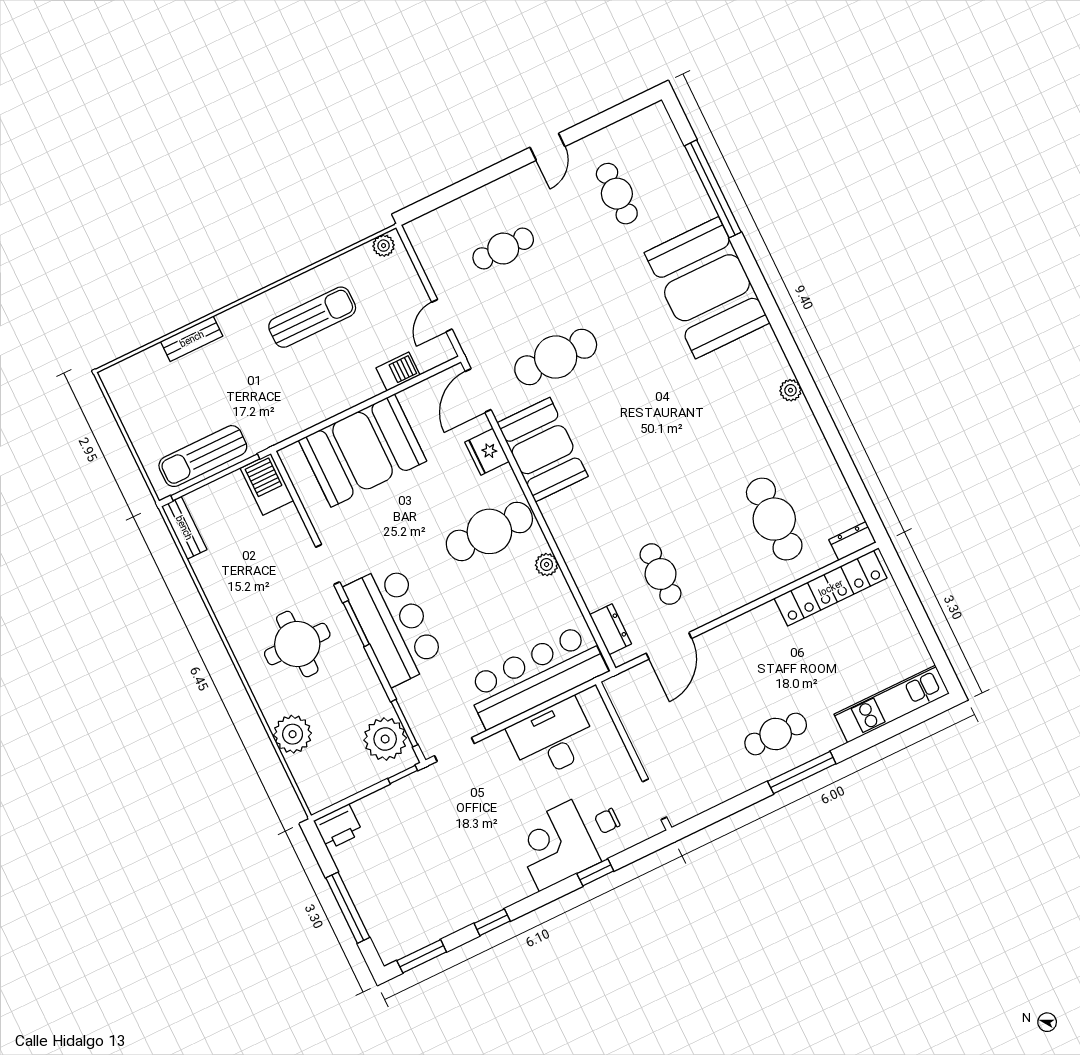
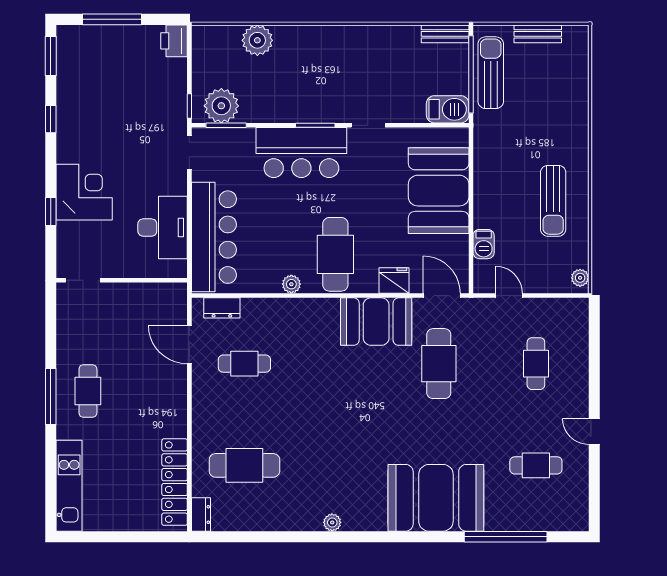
bench: (192, 339) -> (538, 34), moved, turned 90
round table: (297, 644) -> (321, 75), removed
chair: (607, 821) -> (84, 238), removed

